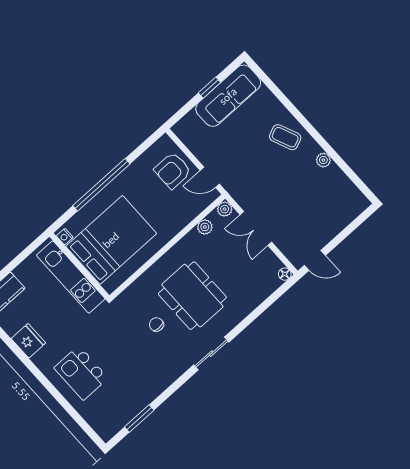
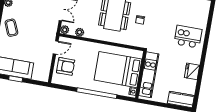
door: (210, 177) -> (56, 47), hinge flipped
kitchen island: (81, 373) -> (188, 37), turned -90

